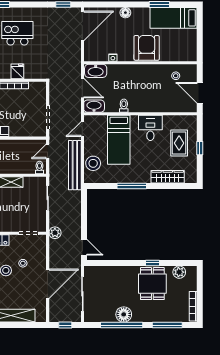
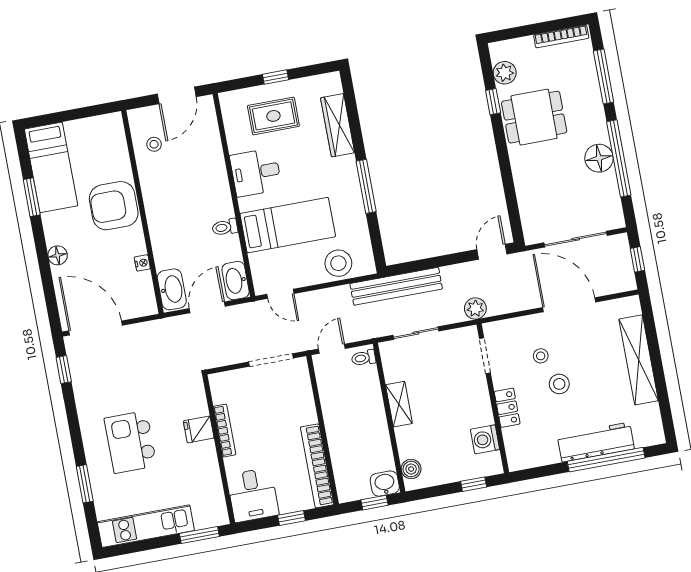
door: (48, 151) -> (332, 349), swing flipped
bench: (75, 165) -> (396, 286), moved
window: (152, 263) -> (493, 102), moved

